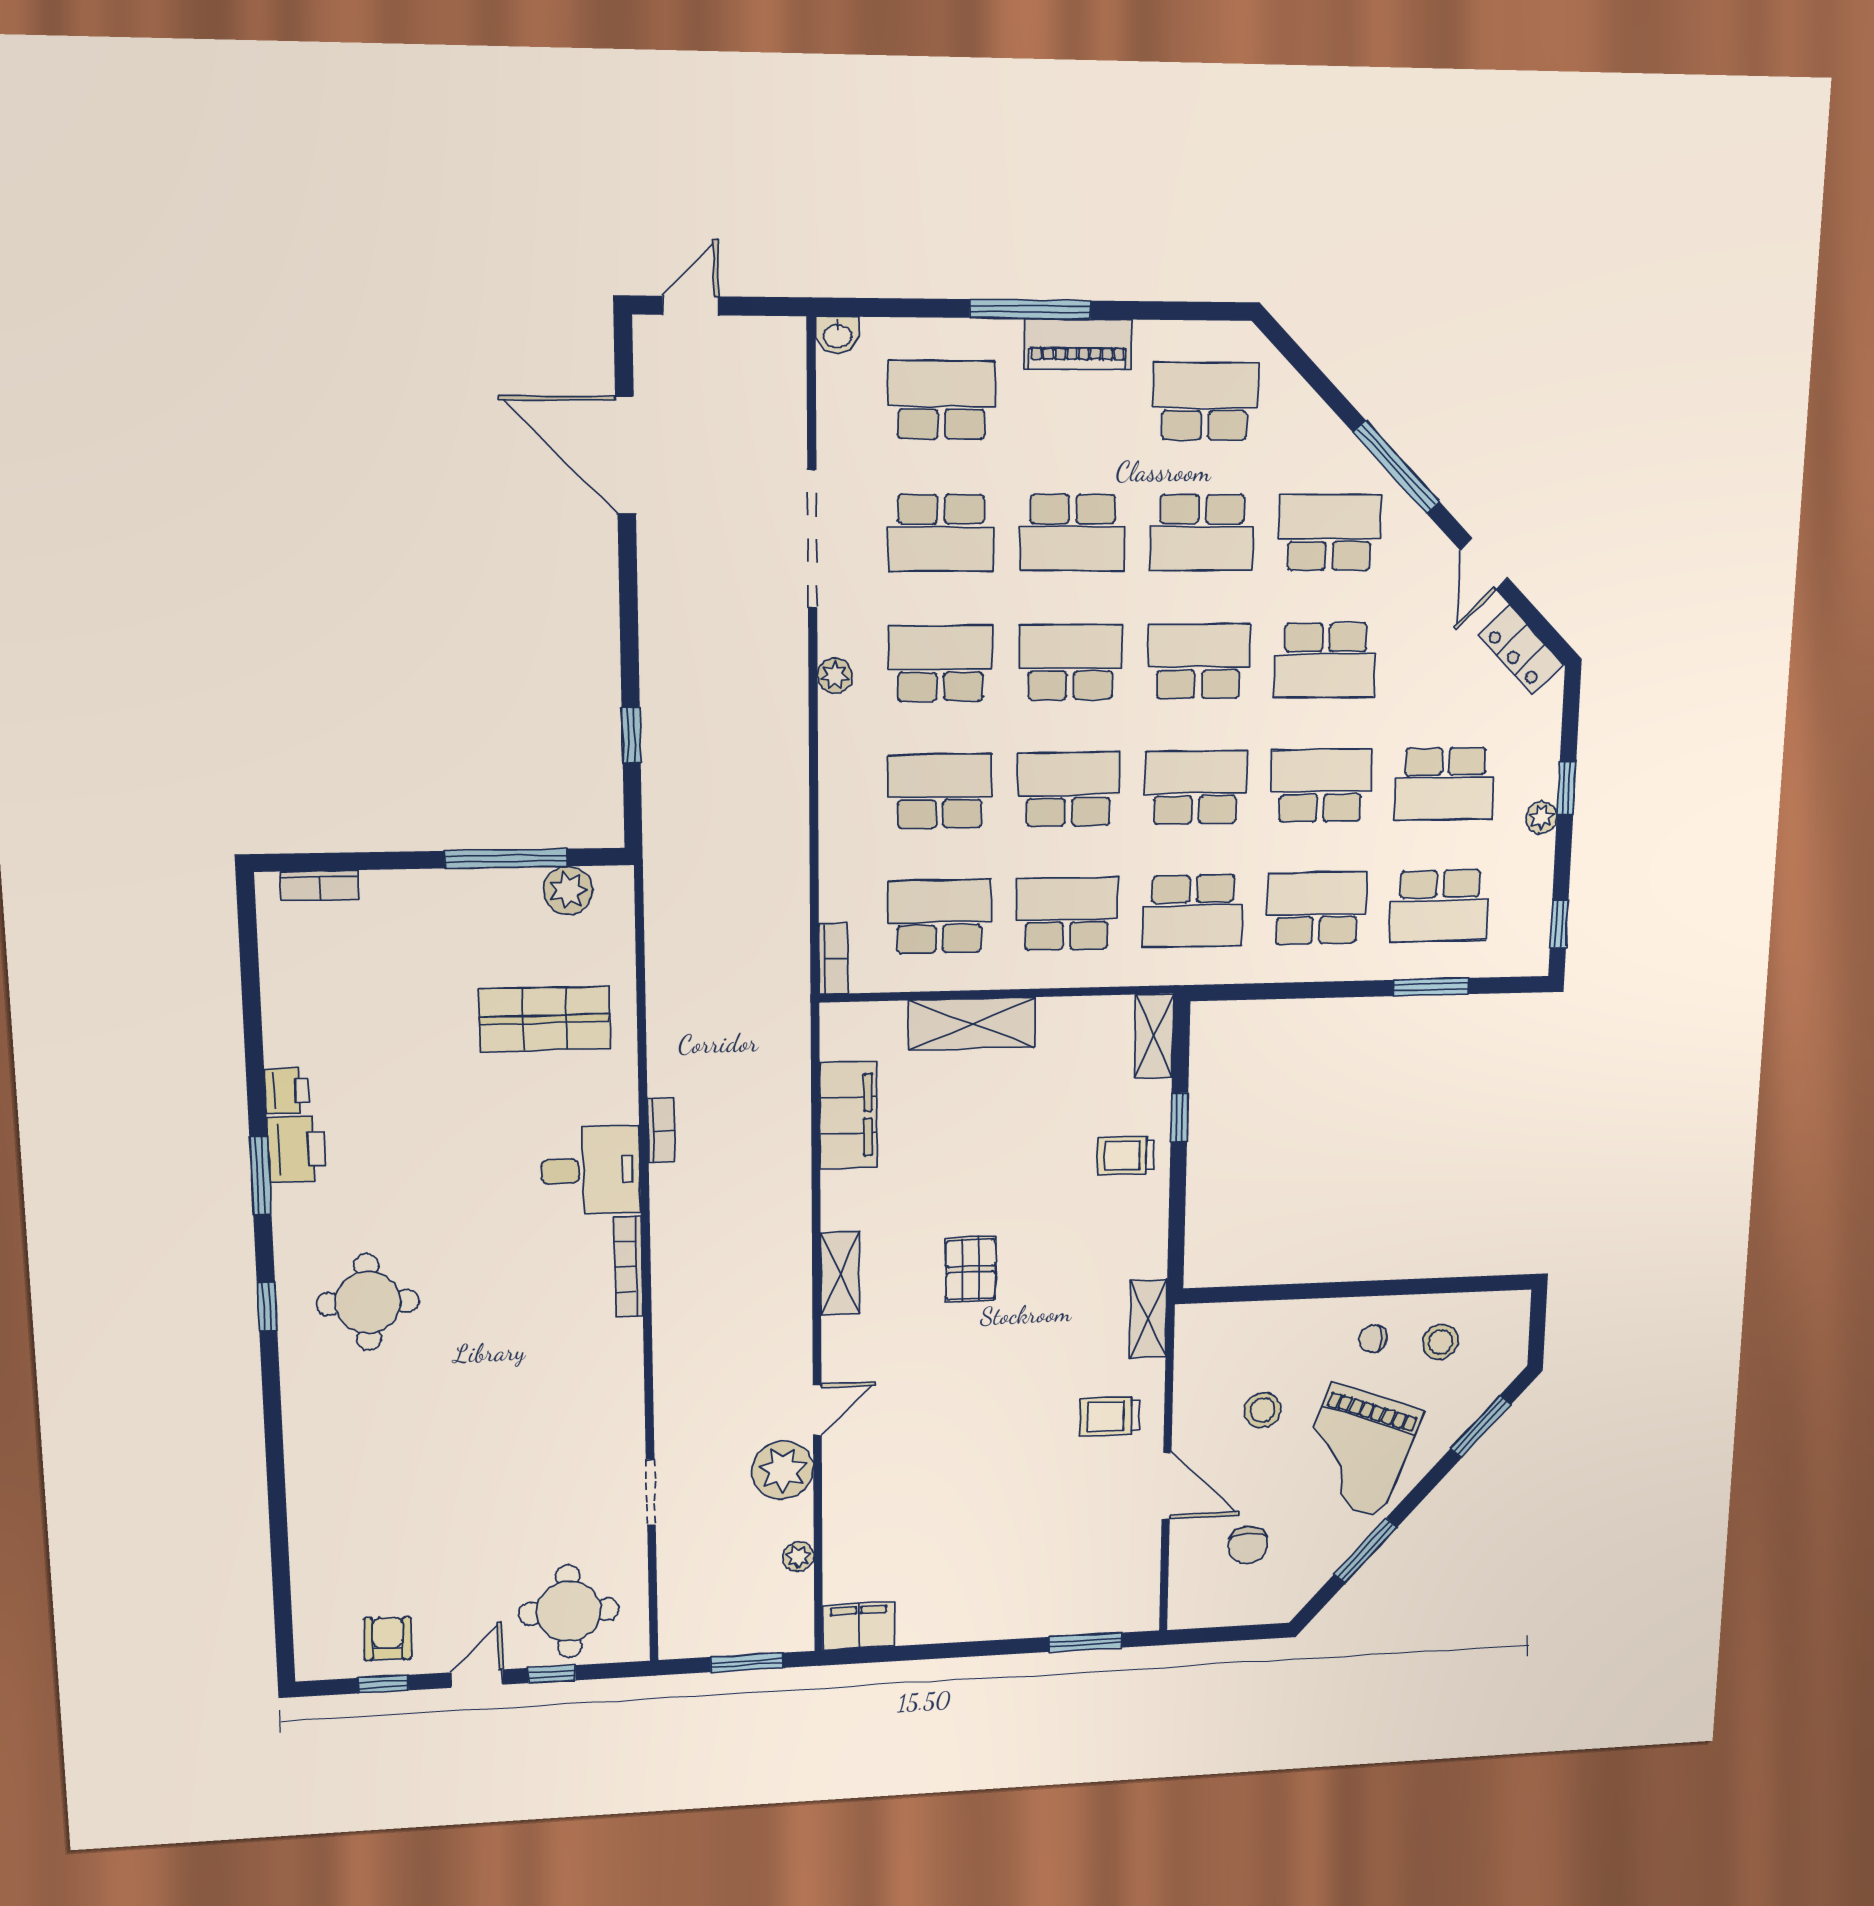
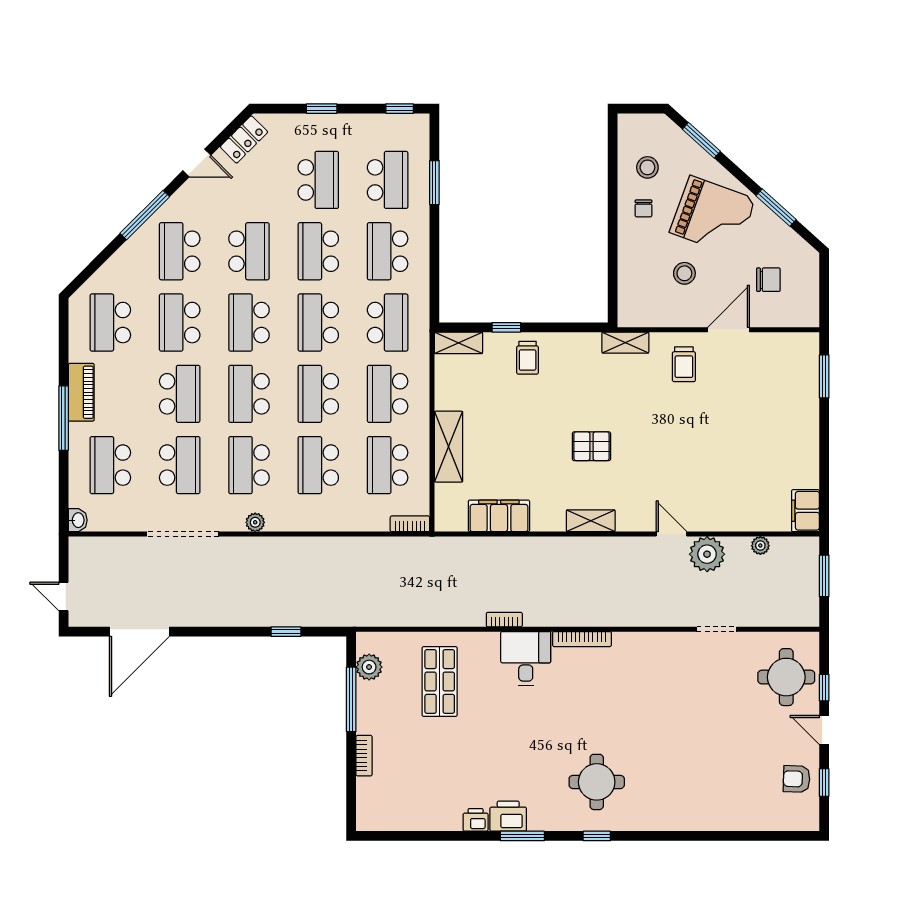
school desk: (1202, 533) -> (180, 323), turned 180
plant: (1541, 817) -> (338, 122), removed
bookcase: (320, 886) -> (364, 756), moved

